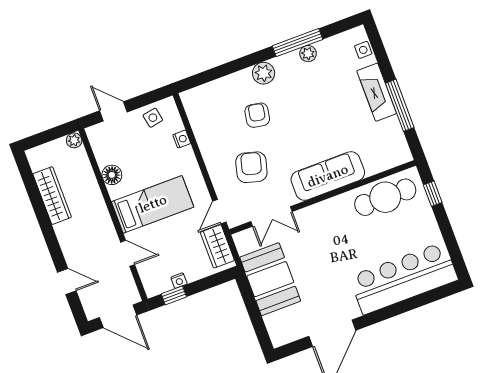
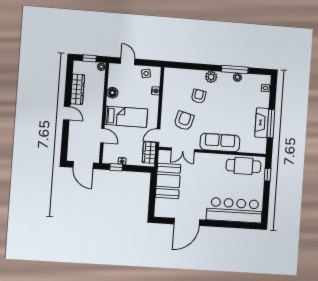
fireplace: (377, 92) -> (262, 123), moved
window: (48, 136) -> (89, 58), added
door: (67, 281) -> (67, 113), moved

